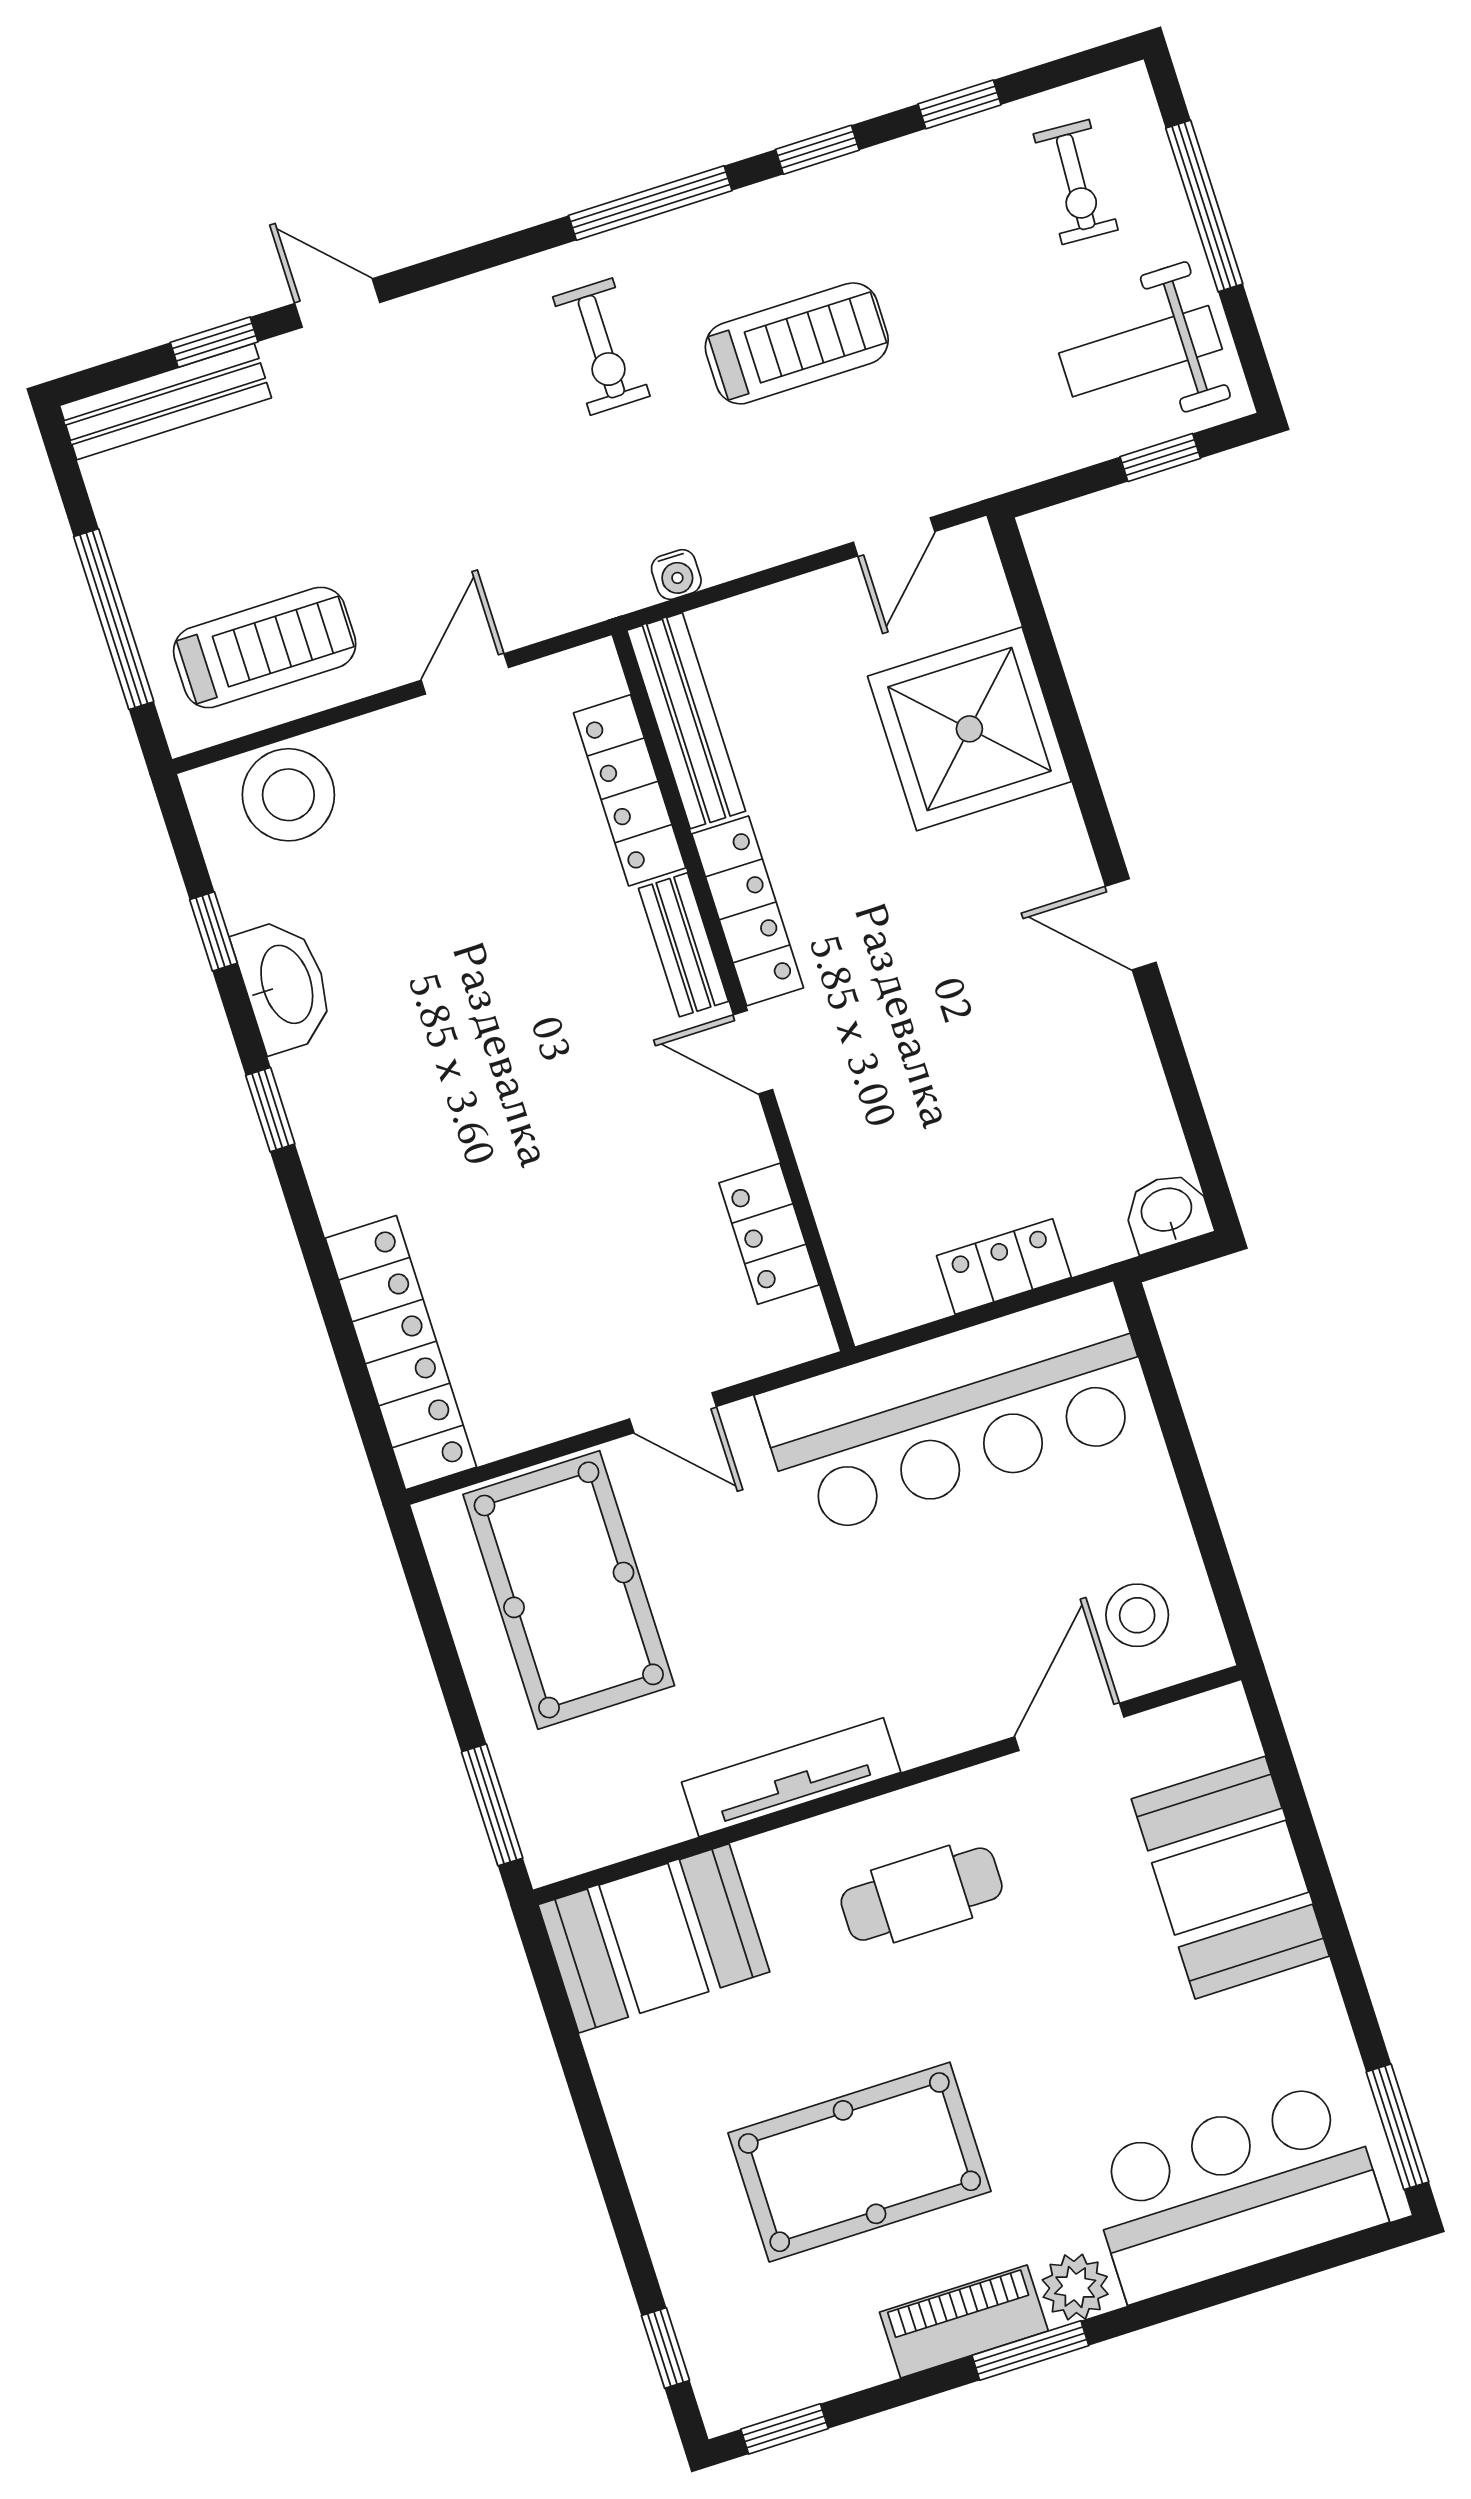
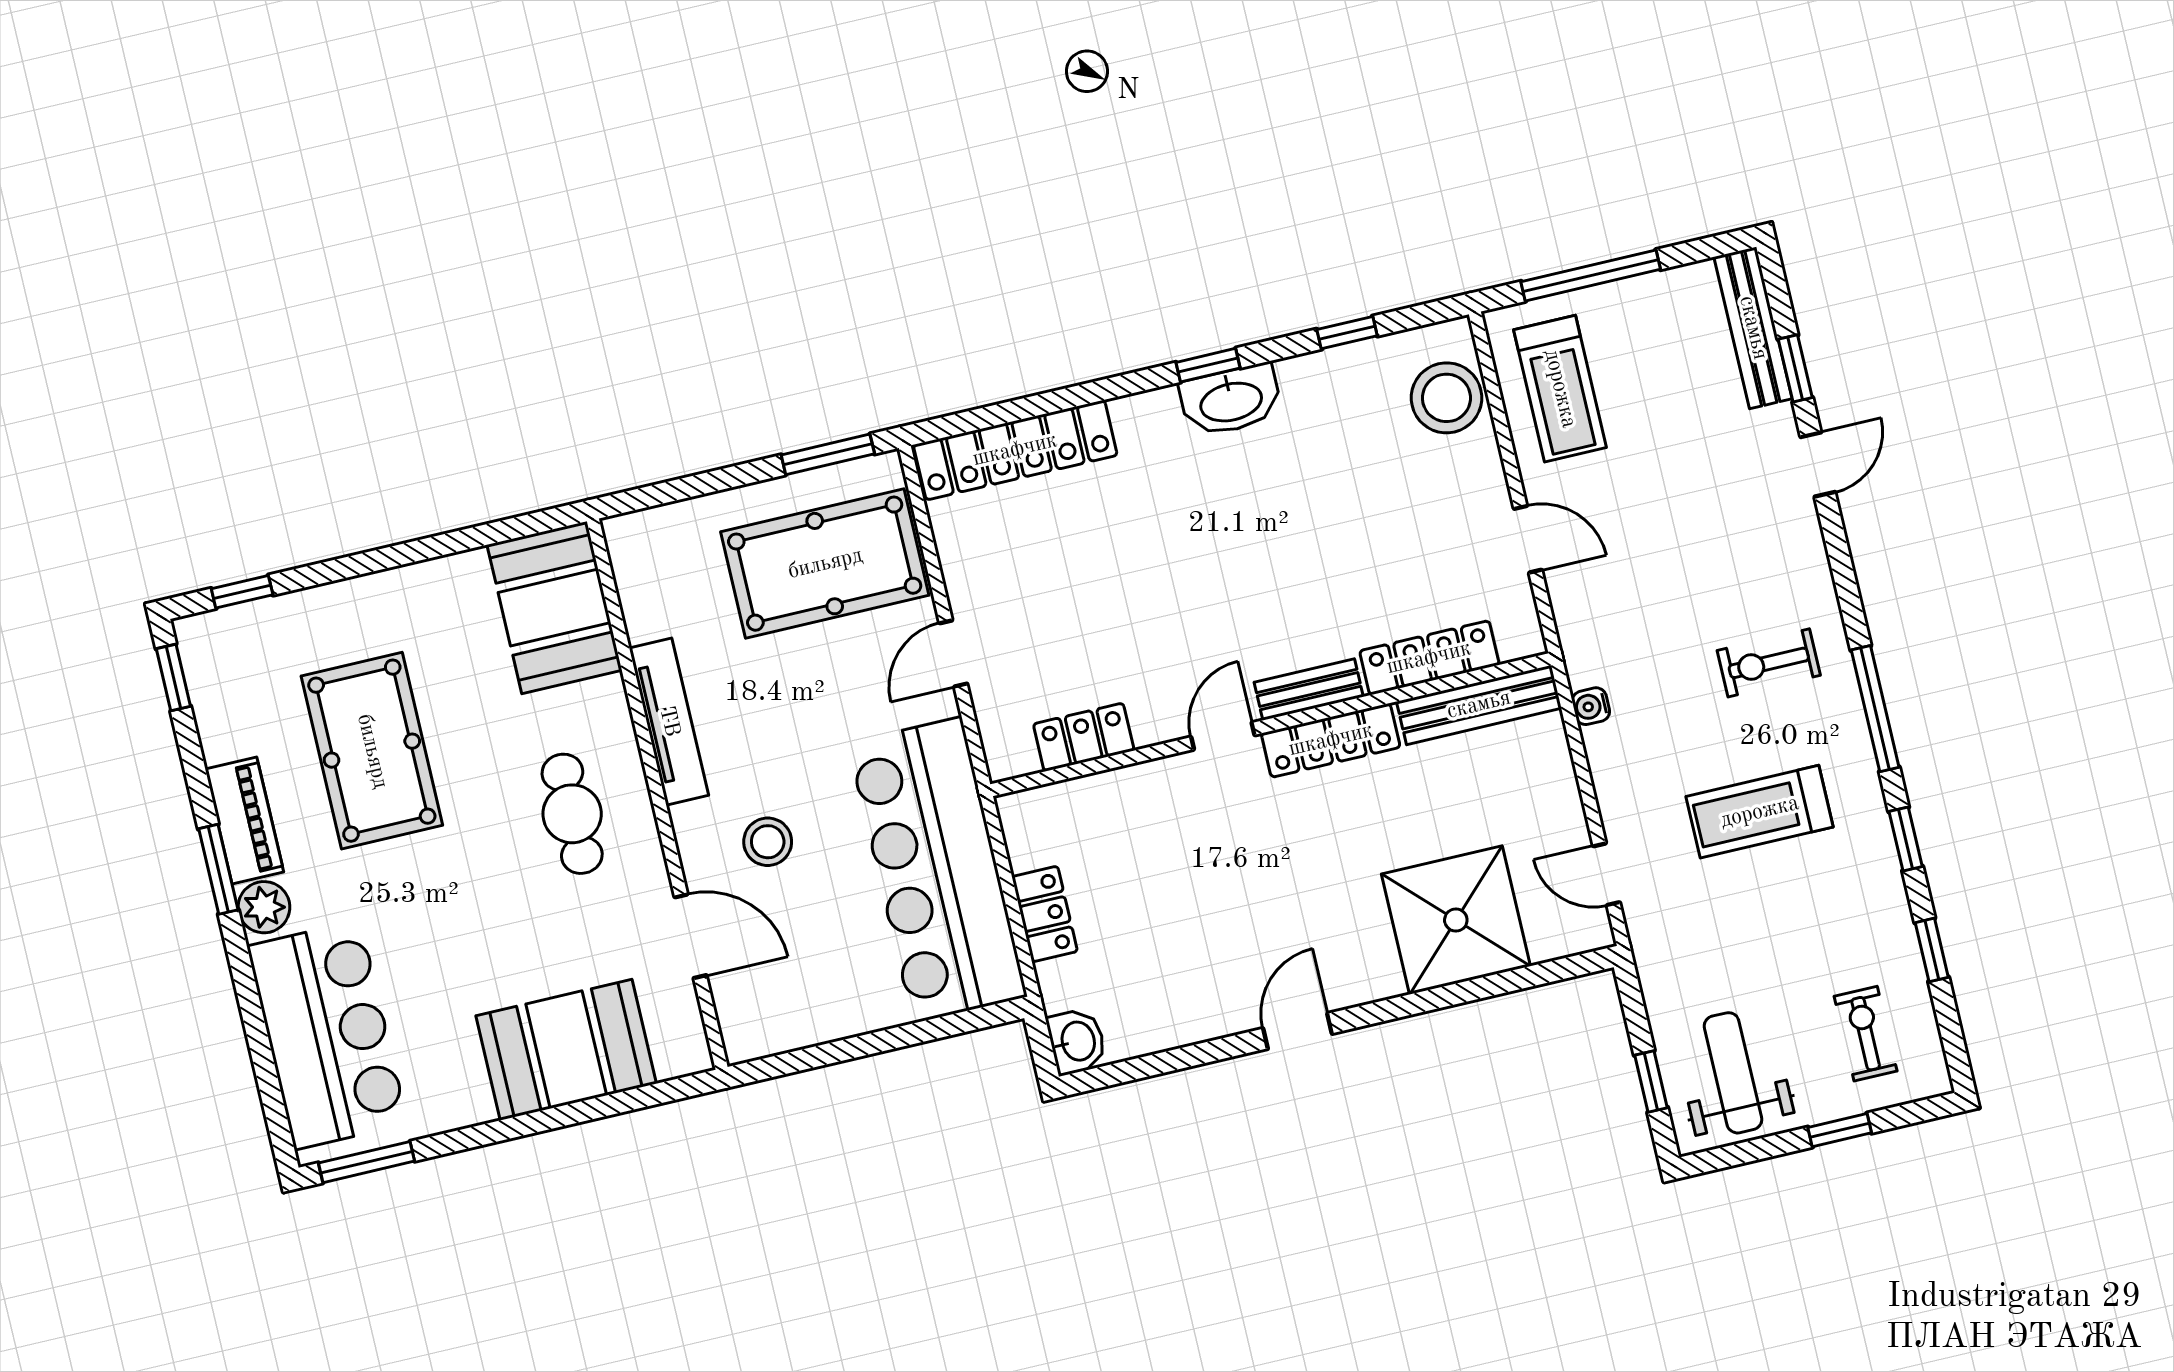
exercise bike: (1076, 182) -> (1866, 1034), turned 87
window: (1204, 206) -> (1840, 1130), width x0.46
treadmill: (797, 343) -> (1760, 812), turned 90
washbasin: (285, 985) -> (1231, 400), moved
stool: (1137, 1615) -> (768, 842), moved
window: (492, 1805) -> (828, 454), moved

